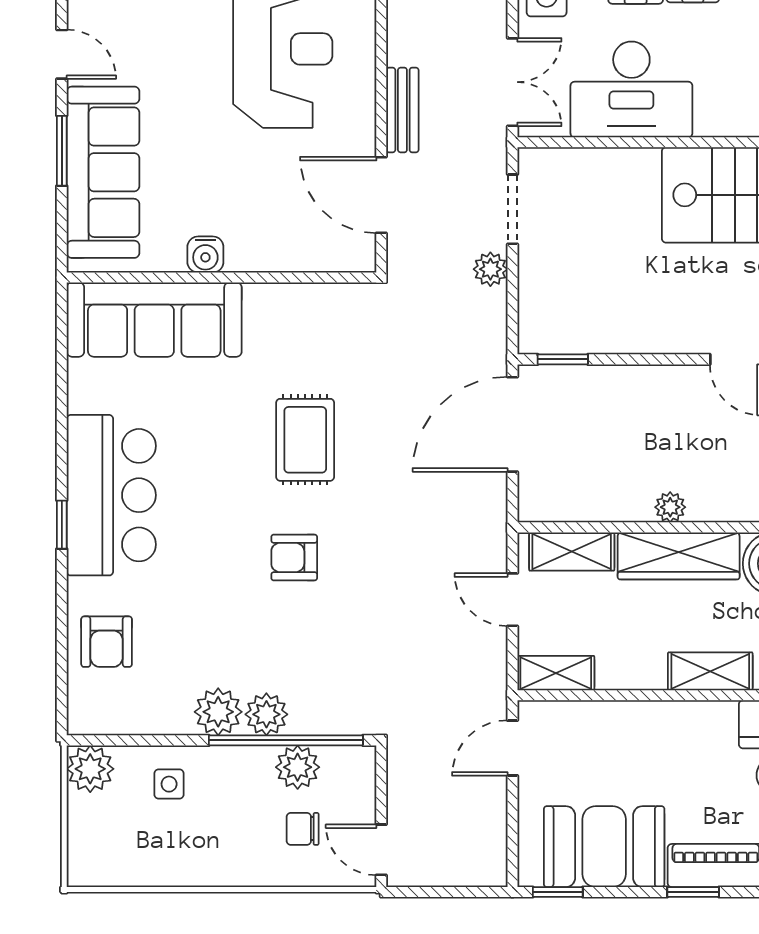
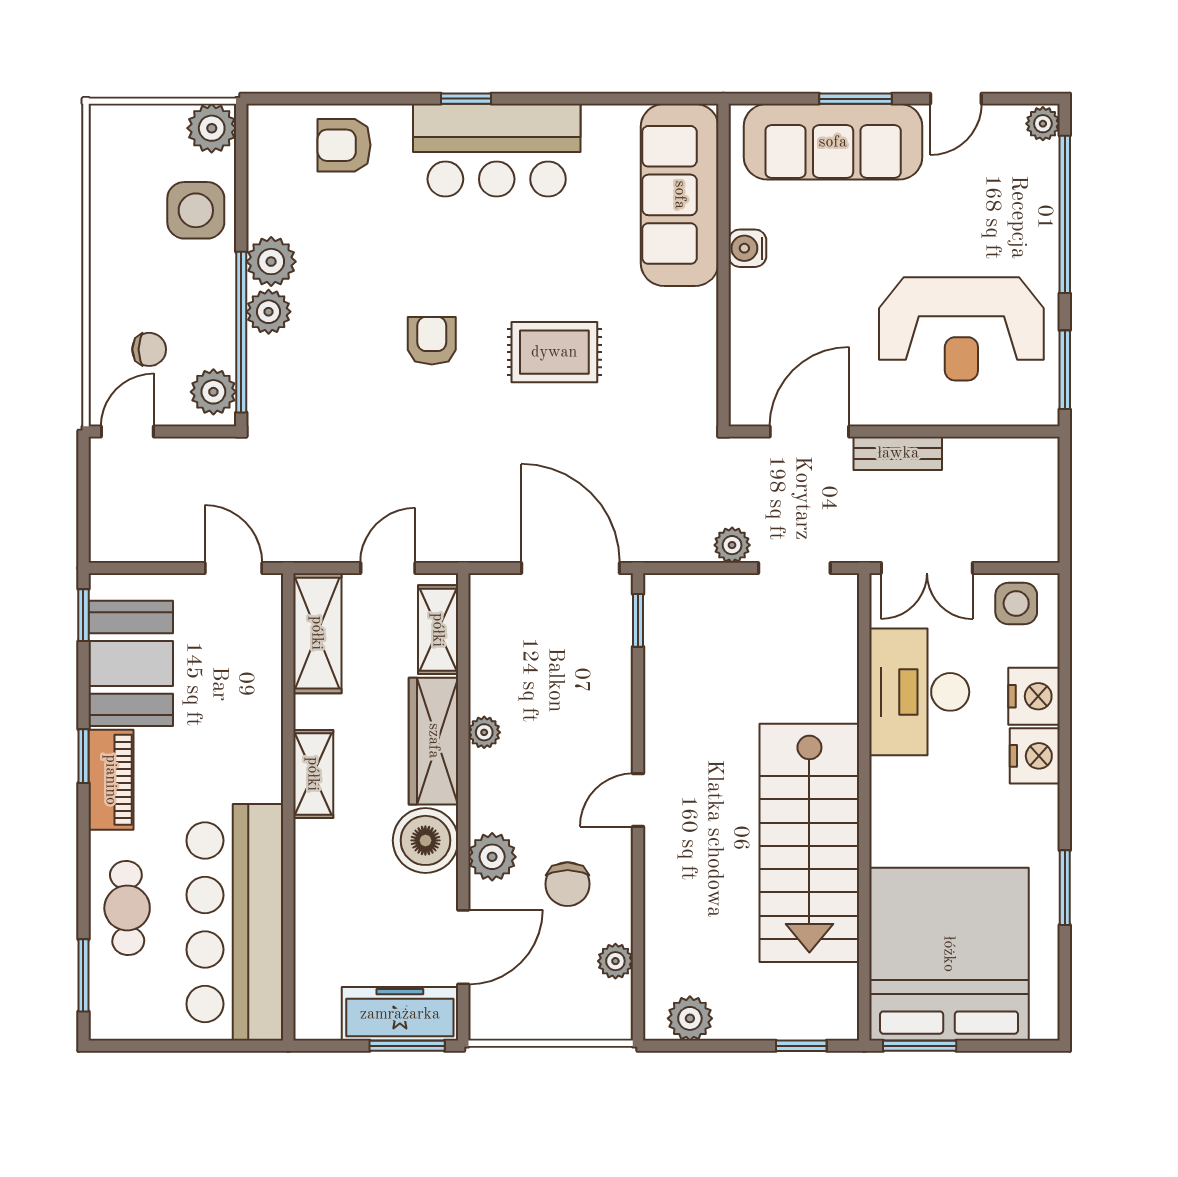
shelving: (556, 673) -> (317, 633), width x1.50, depth x1.33
plant: (298, 767) -> (213, 392), moved
side table: (169, 784) -> (196, 210), width x1.87, depth x1.87
chair: (303, 829) -> (149, 349), turned 90

